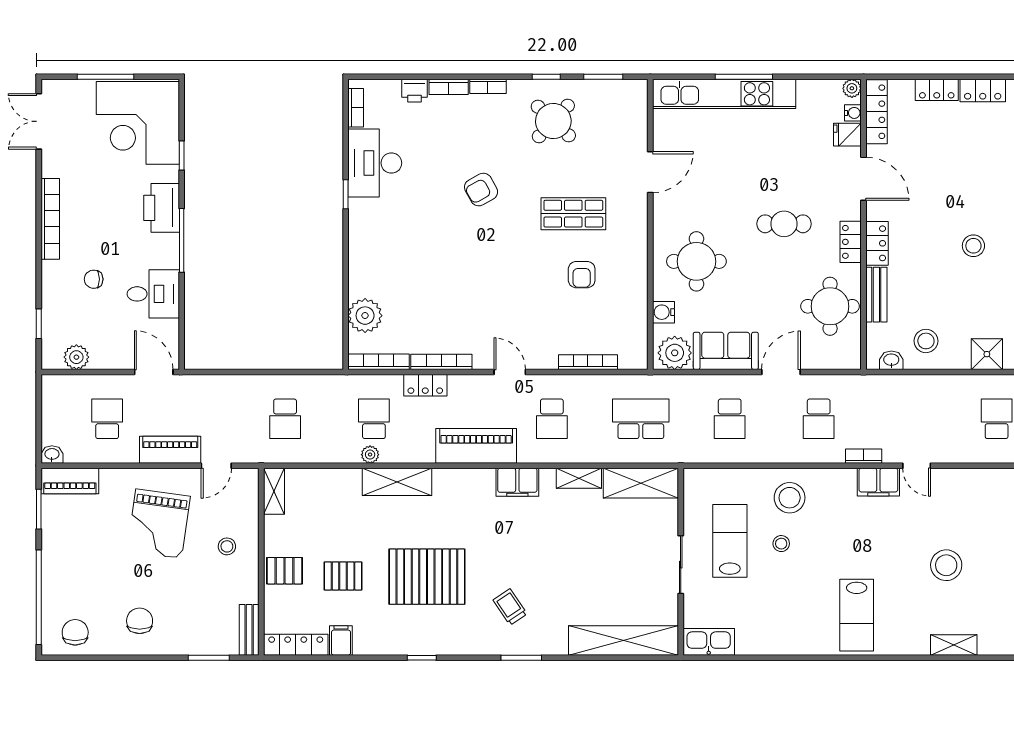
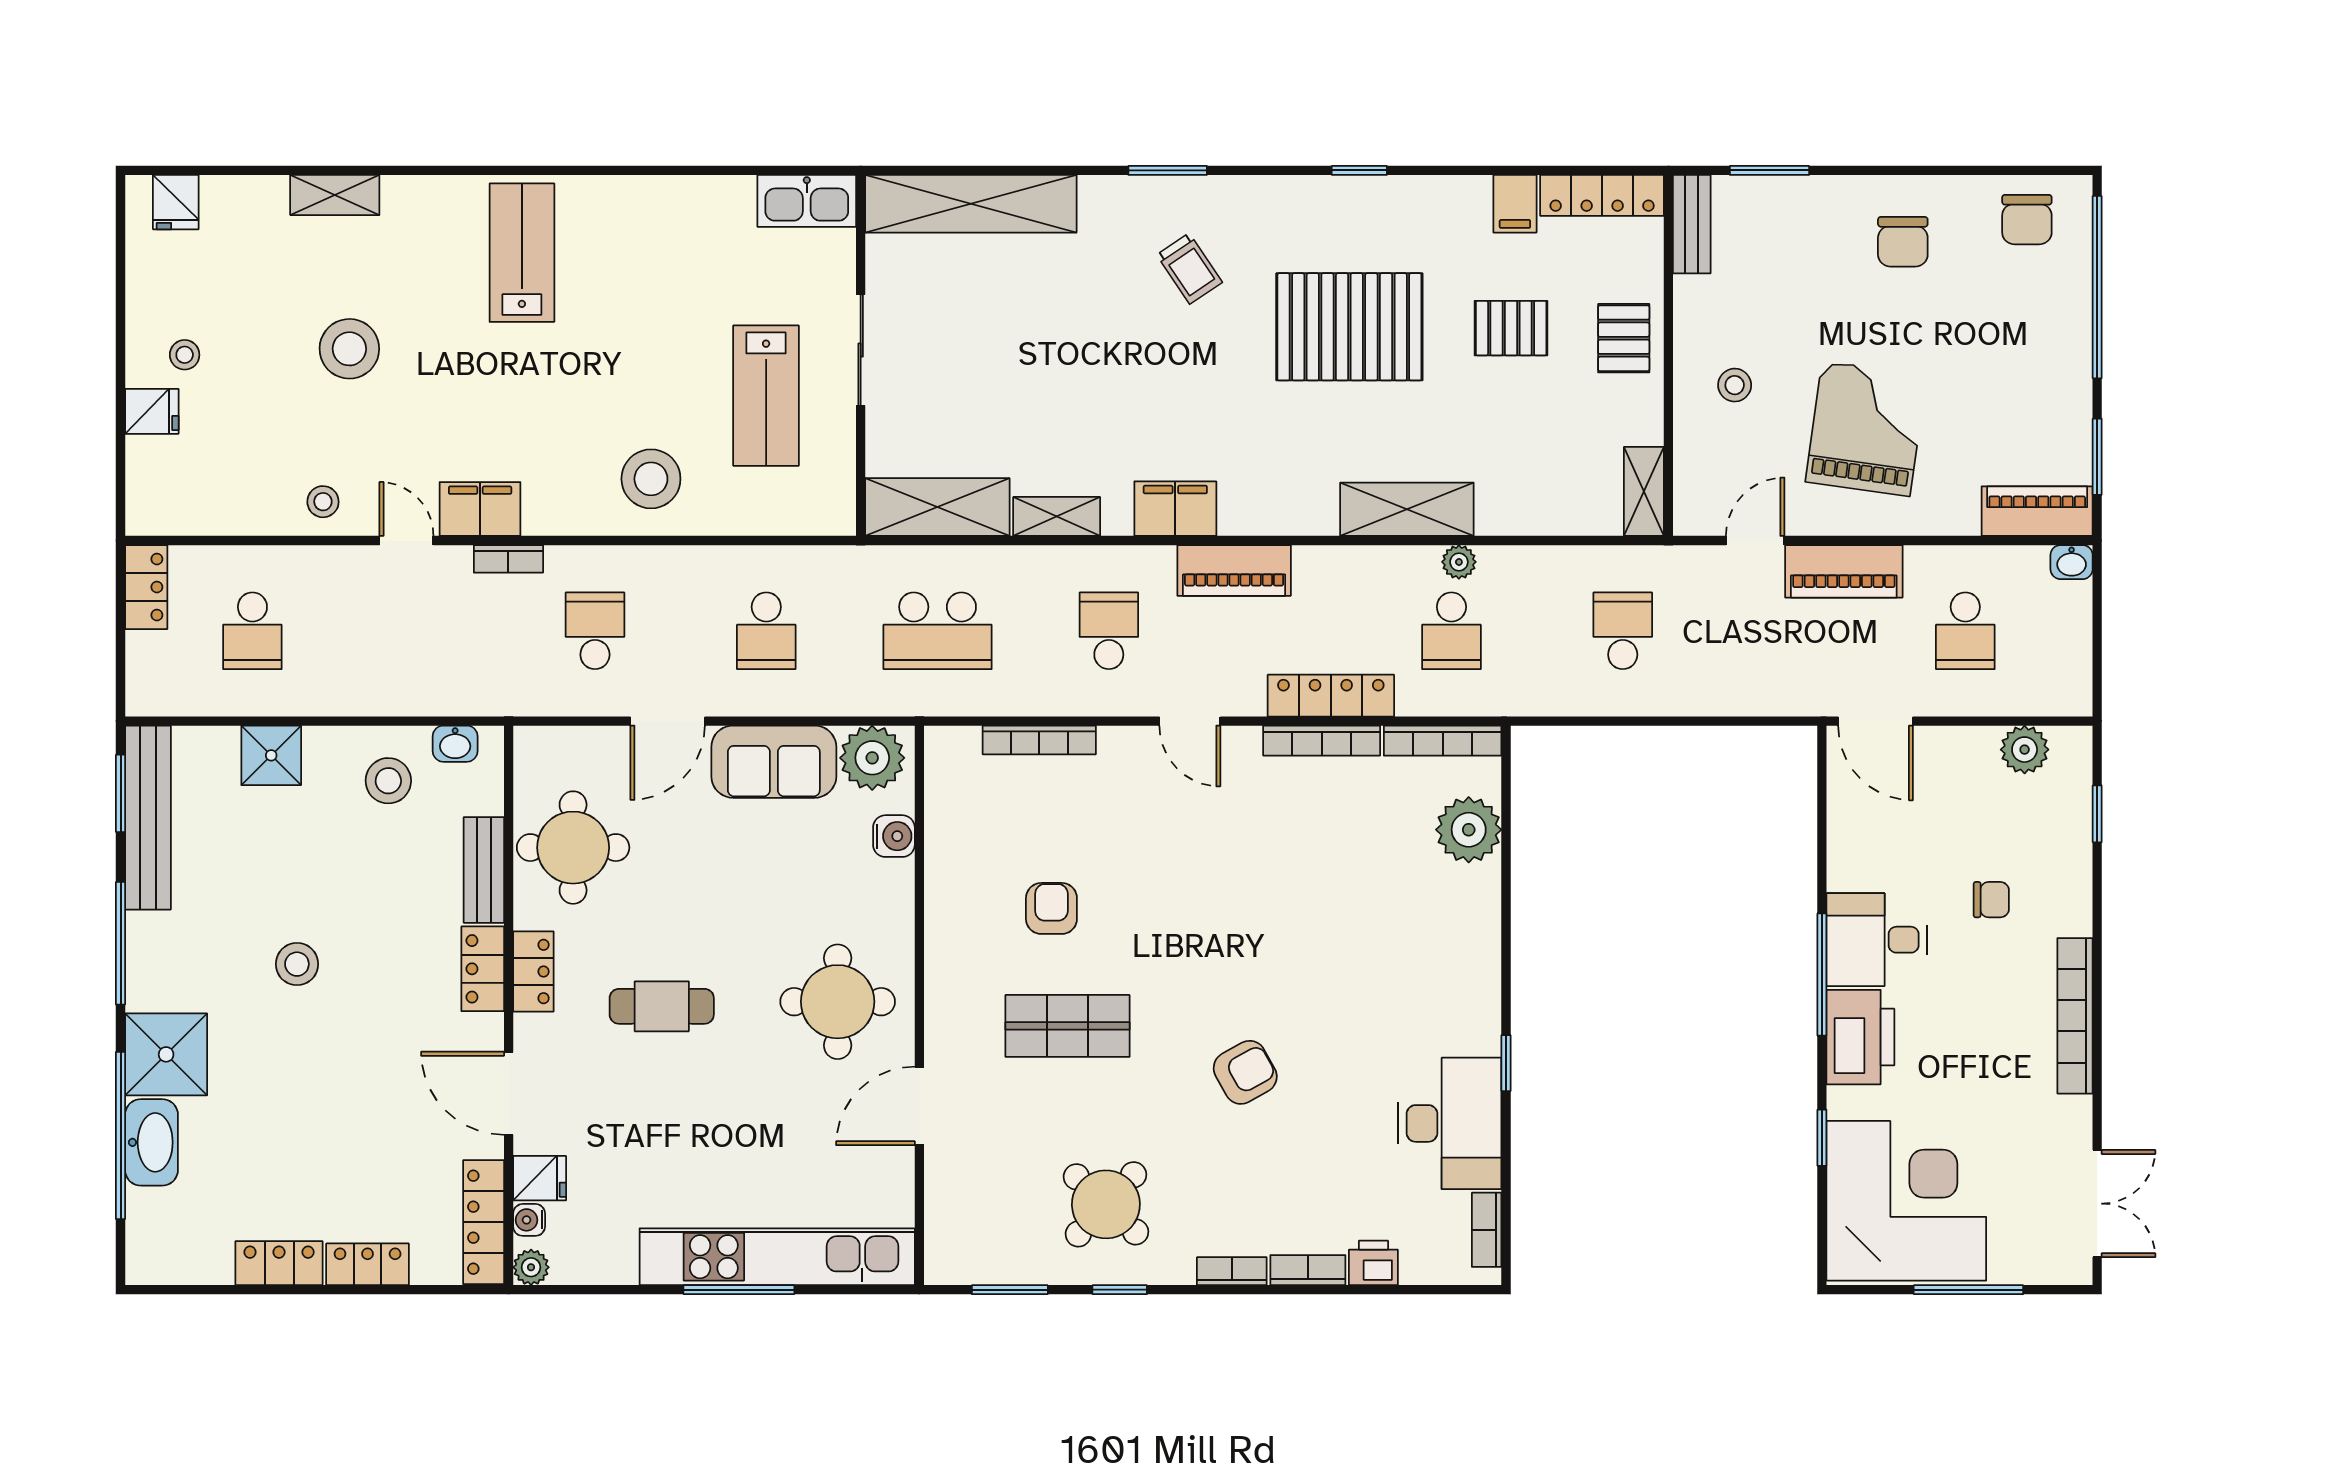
round table: (696, 261) -> (838, 1002), moved
desk: (153, 294) -> (1877, 940), moved
locker: (425, 385) -> (1331, 696), width x1.53
school desk: (730, 419) -> (766, 631), turned 180
piano: (476, 446) -> (1234, 570), width x0.73, depth x0.75
stool: (781, 544) -> (323, 502), moved
pallet: (285, 571) -> (1624, 338), turned 90

